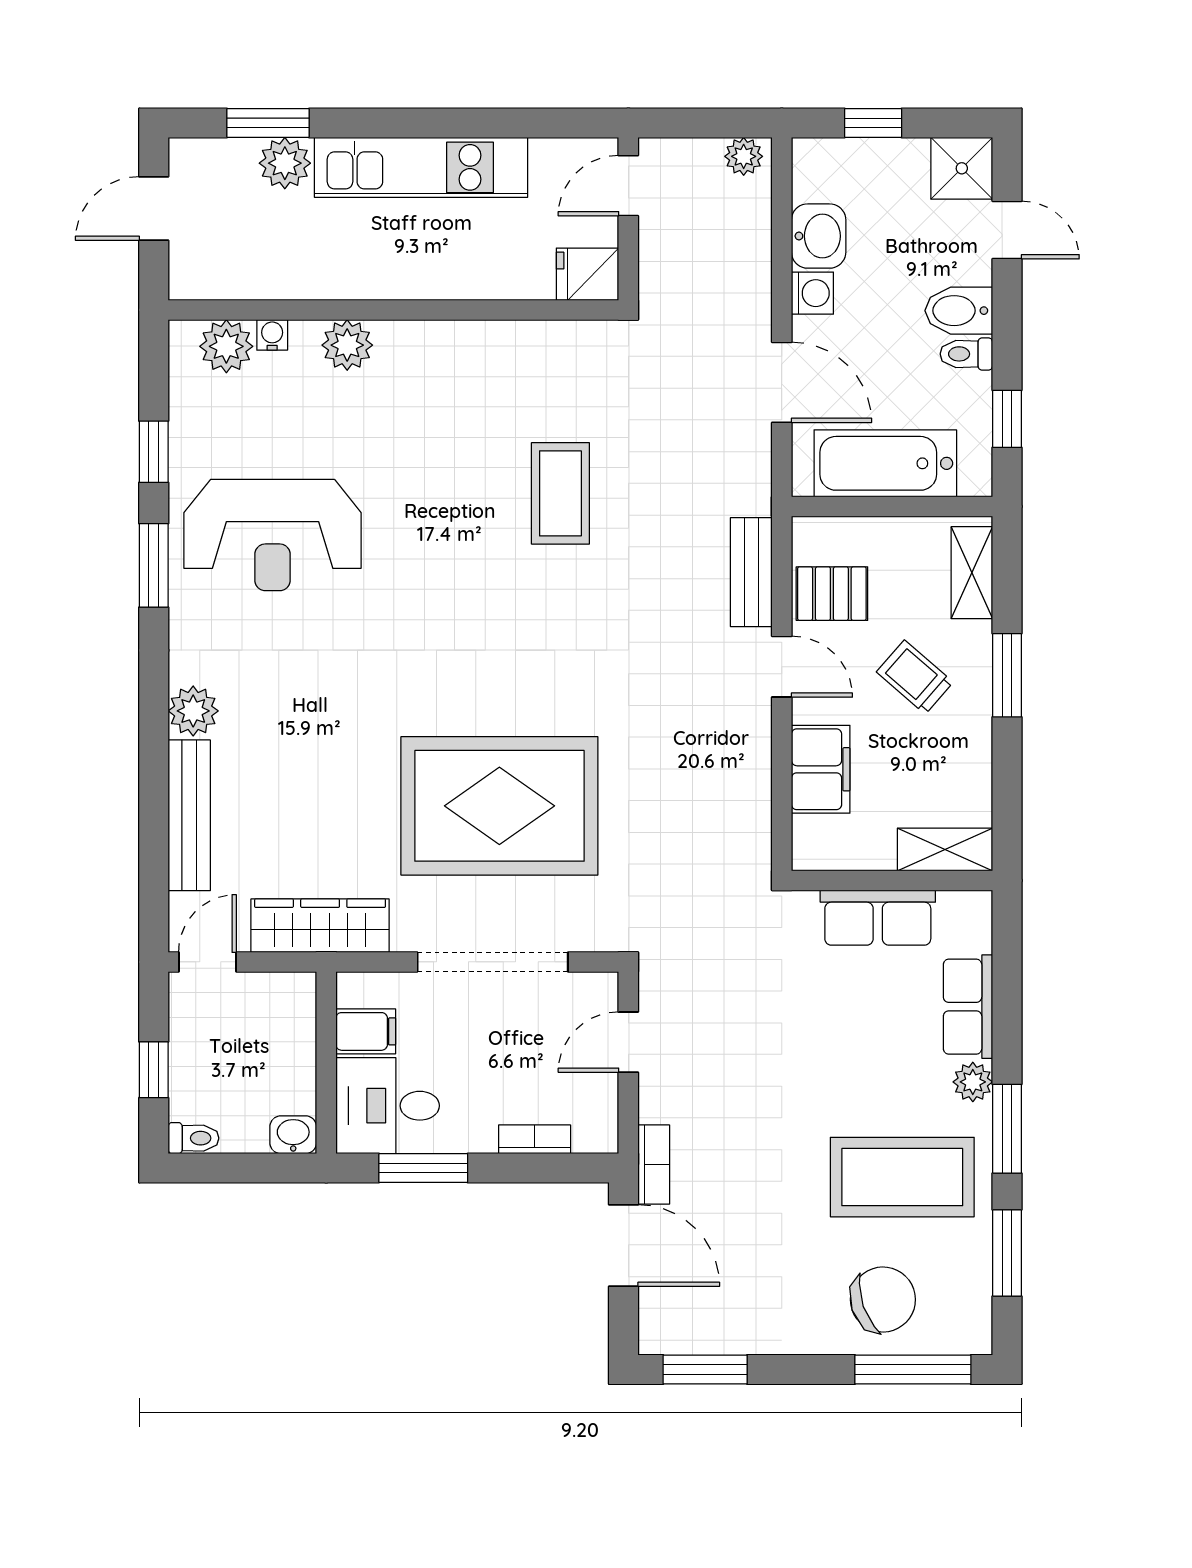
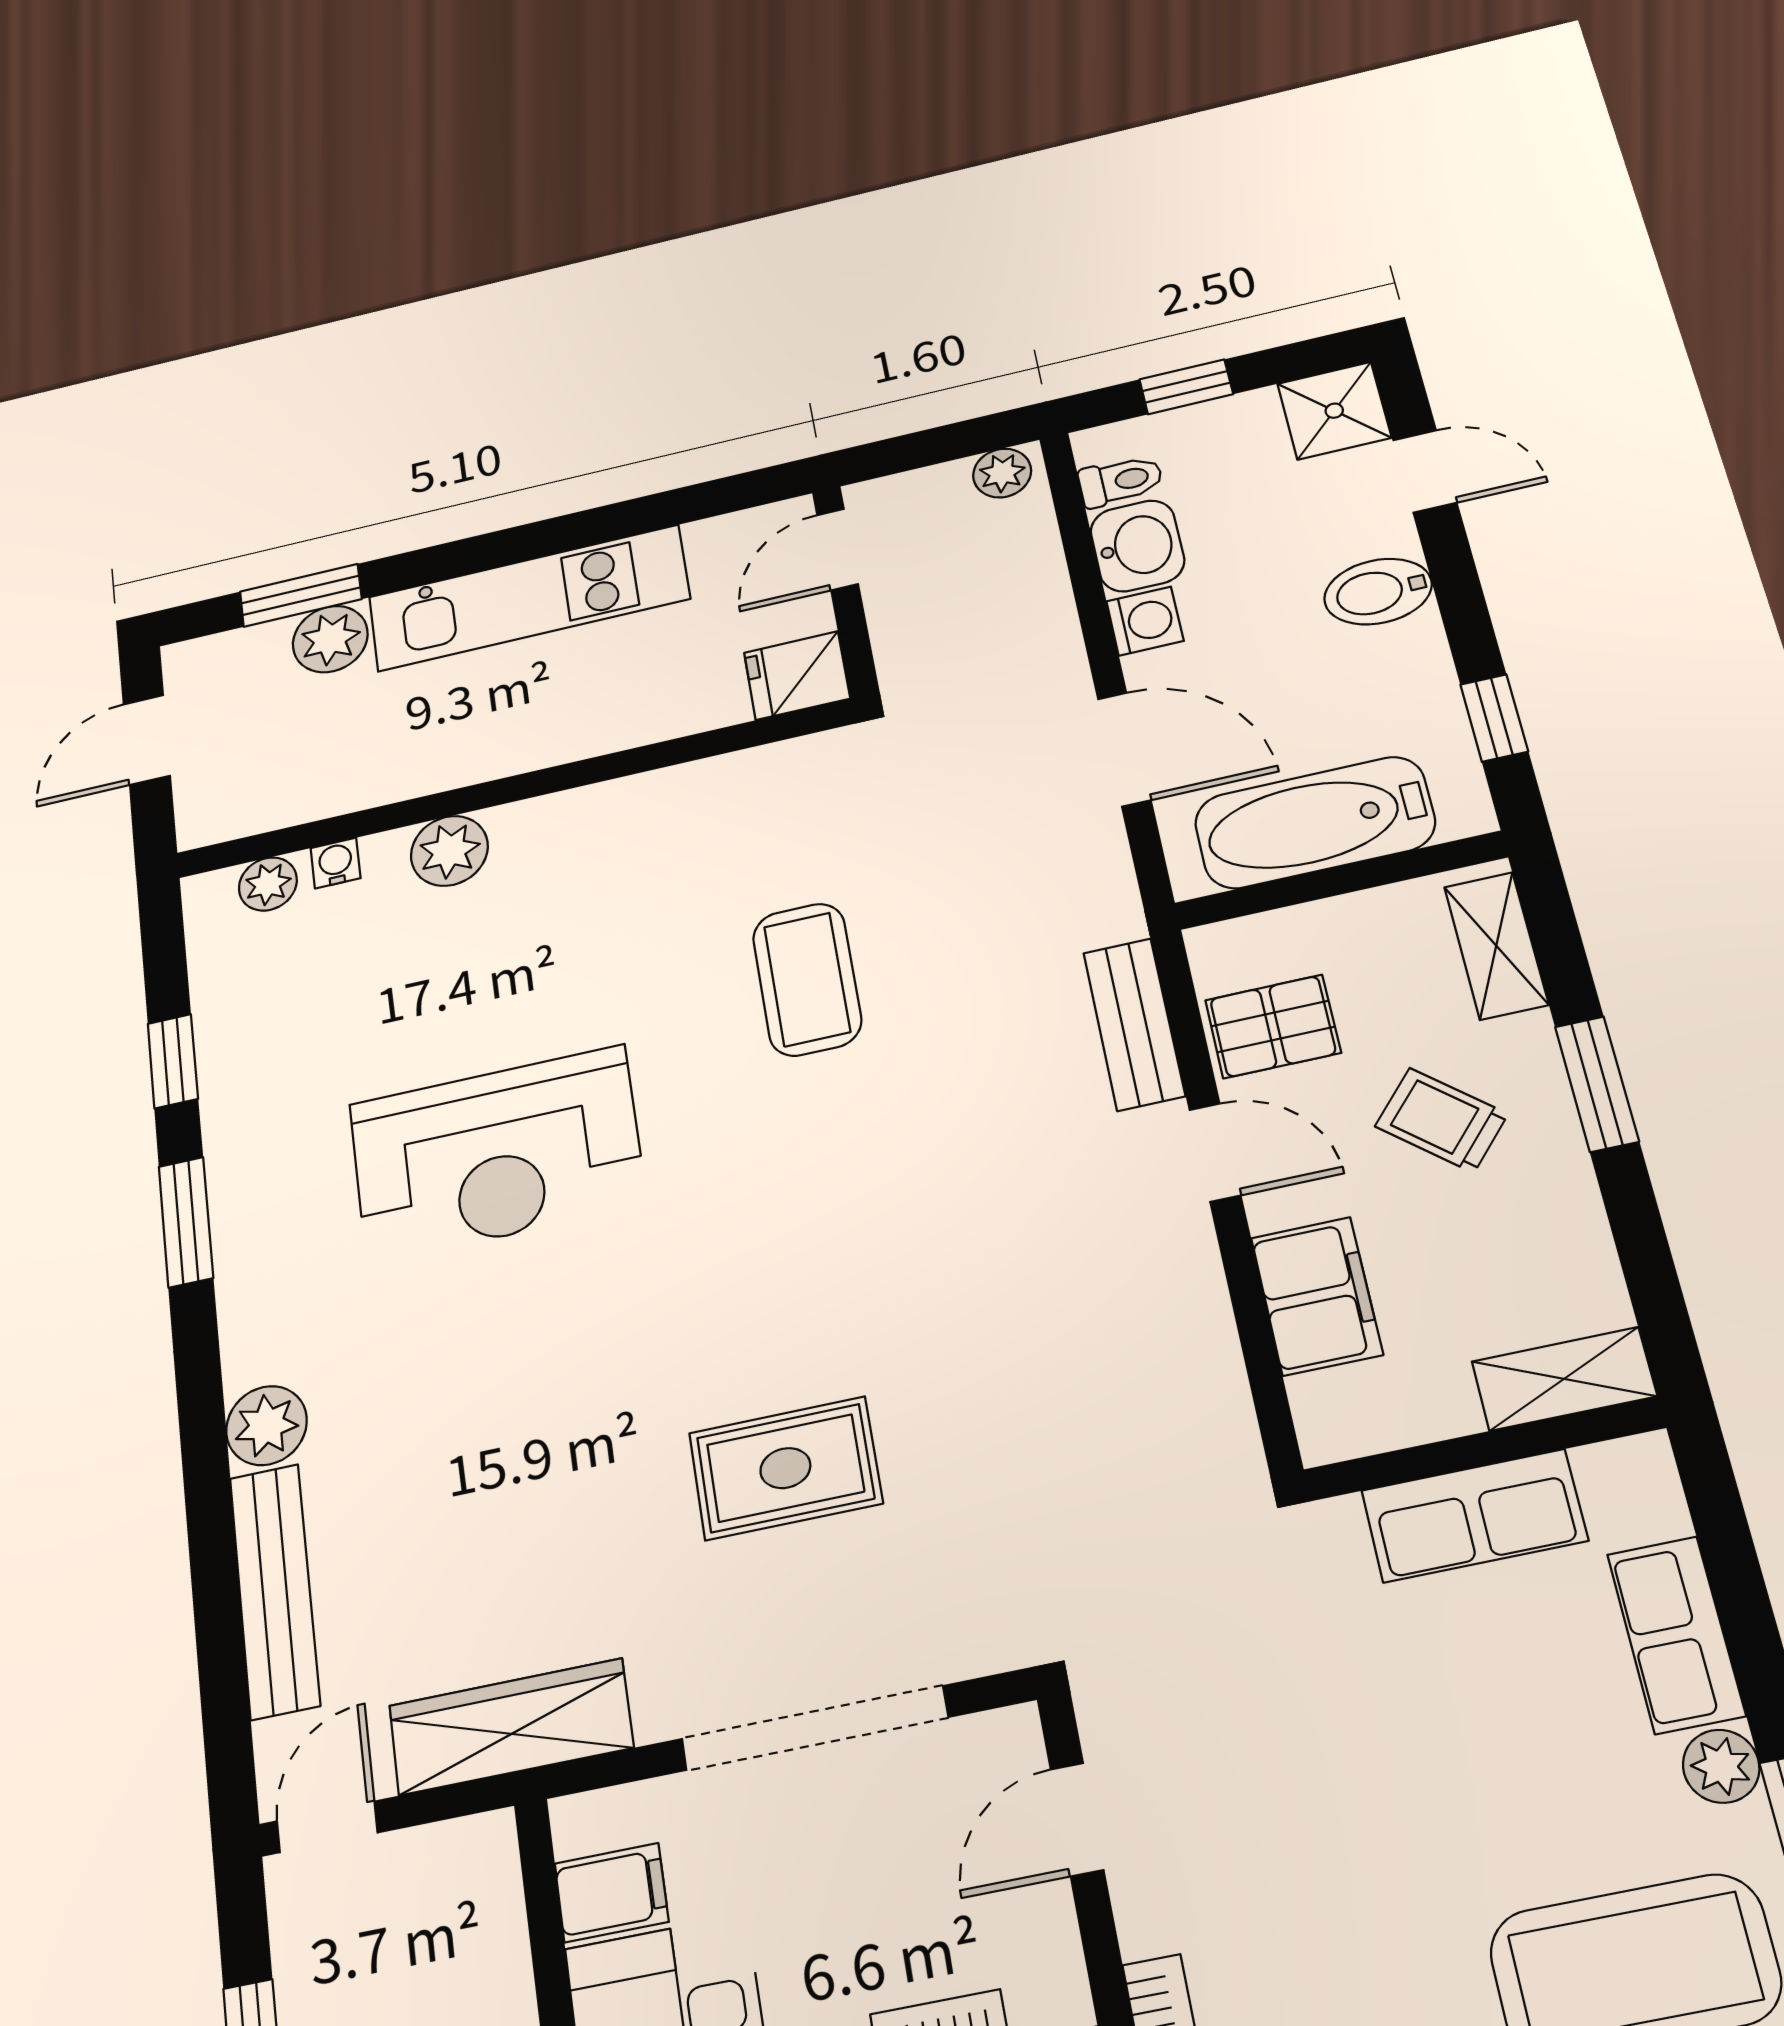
plant: (226, 346) -> (268, 884), width x0.73, depth x0.73
toilet: (966, 354) -> (1121, 481), moved, turned 180
reception desk: (273, 535) -> (497, 1154), moved
rug: (499, 806) -> (785, 1468), width x0.54, depth x0.49

